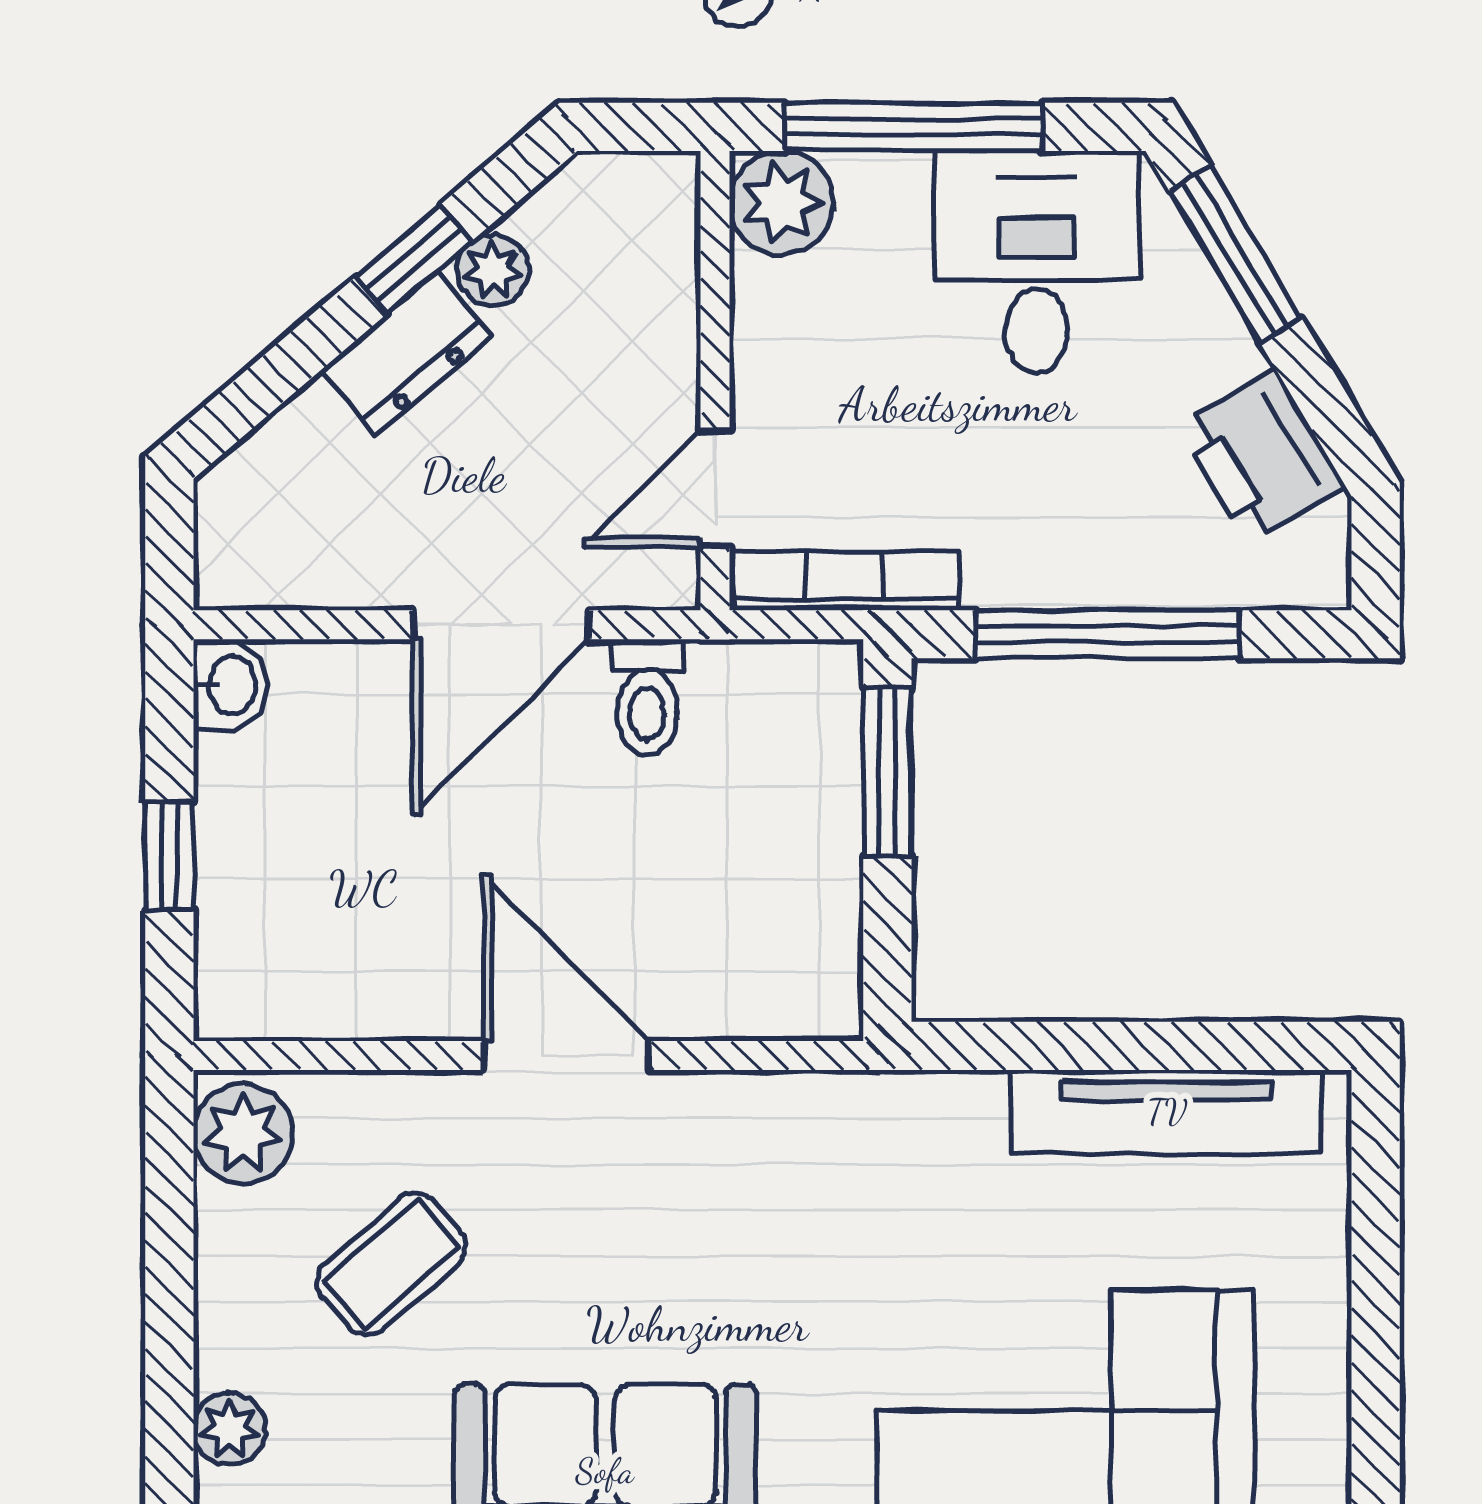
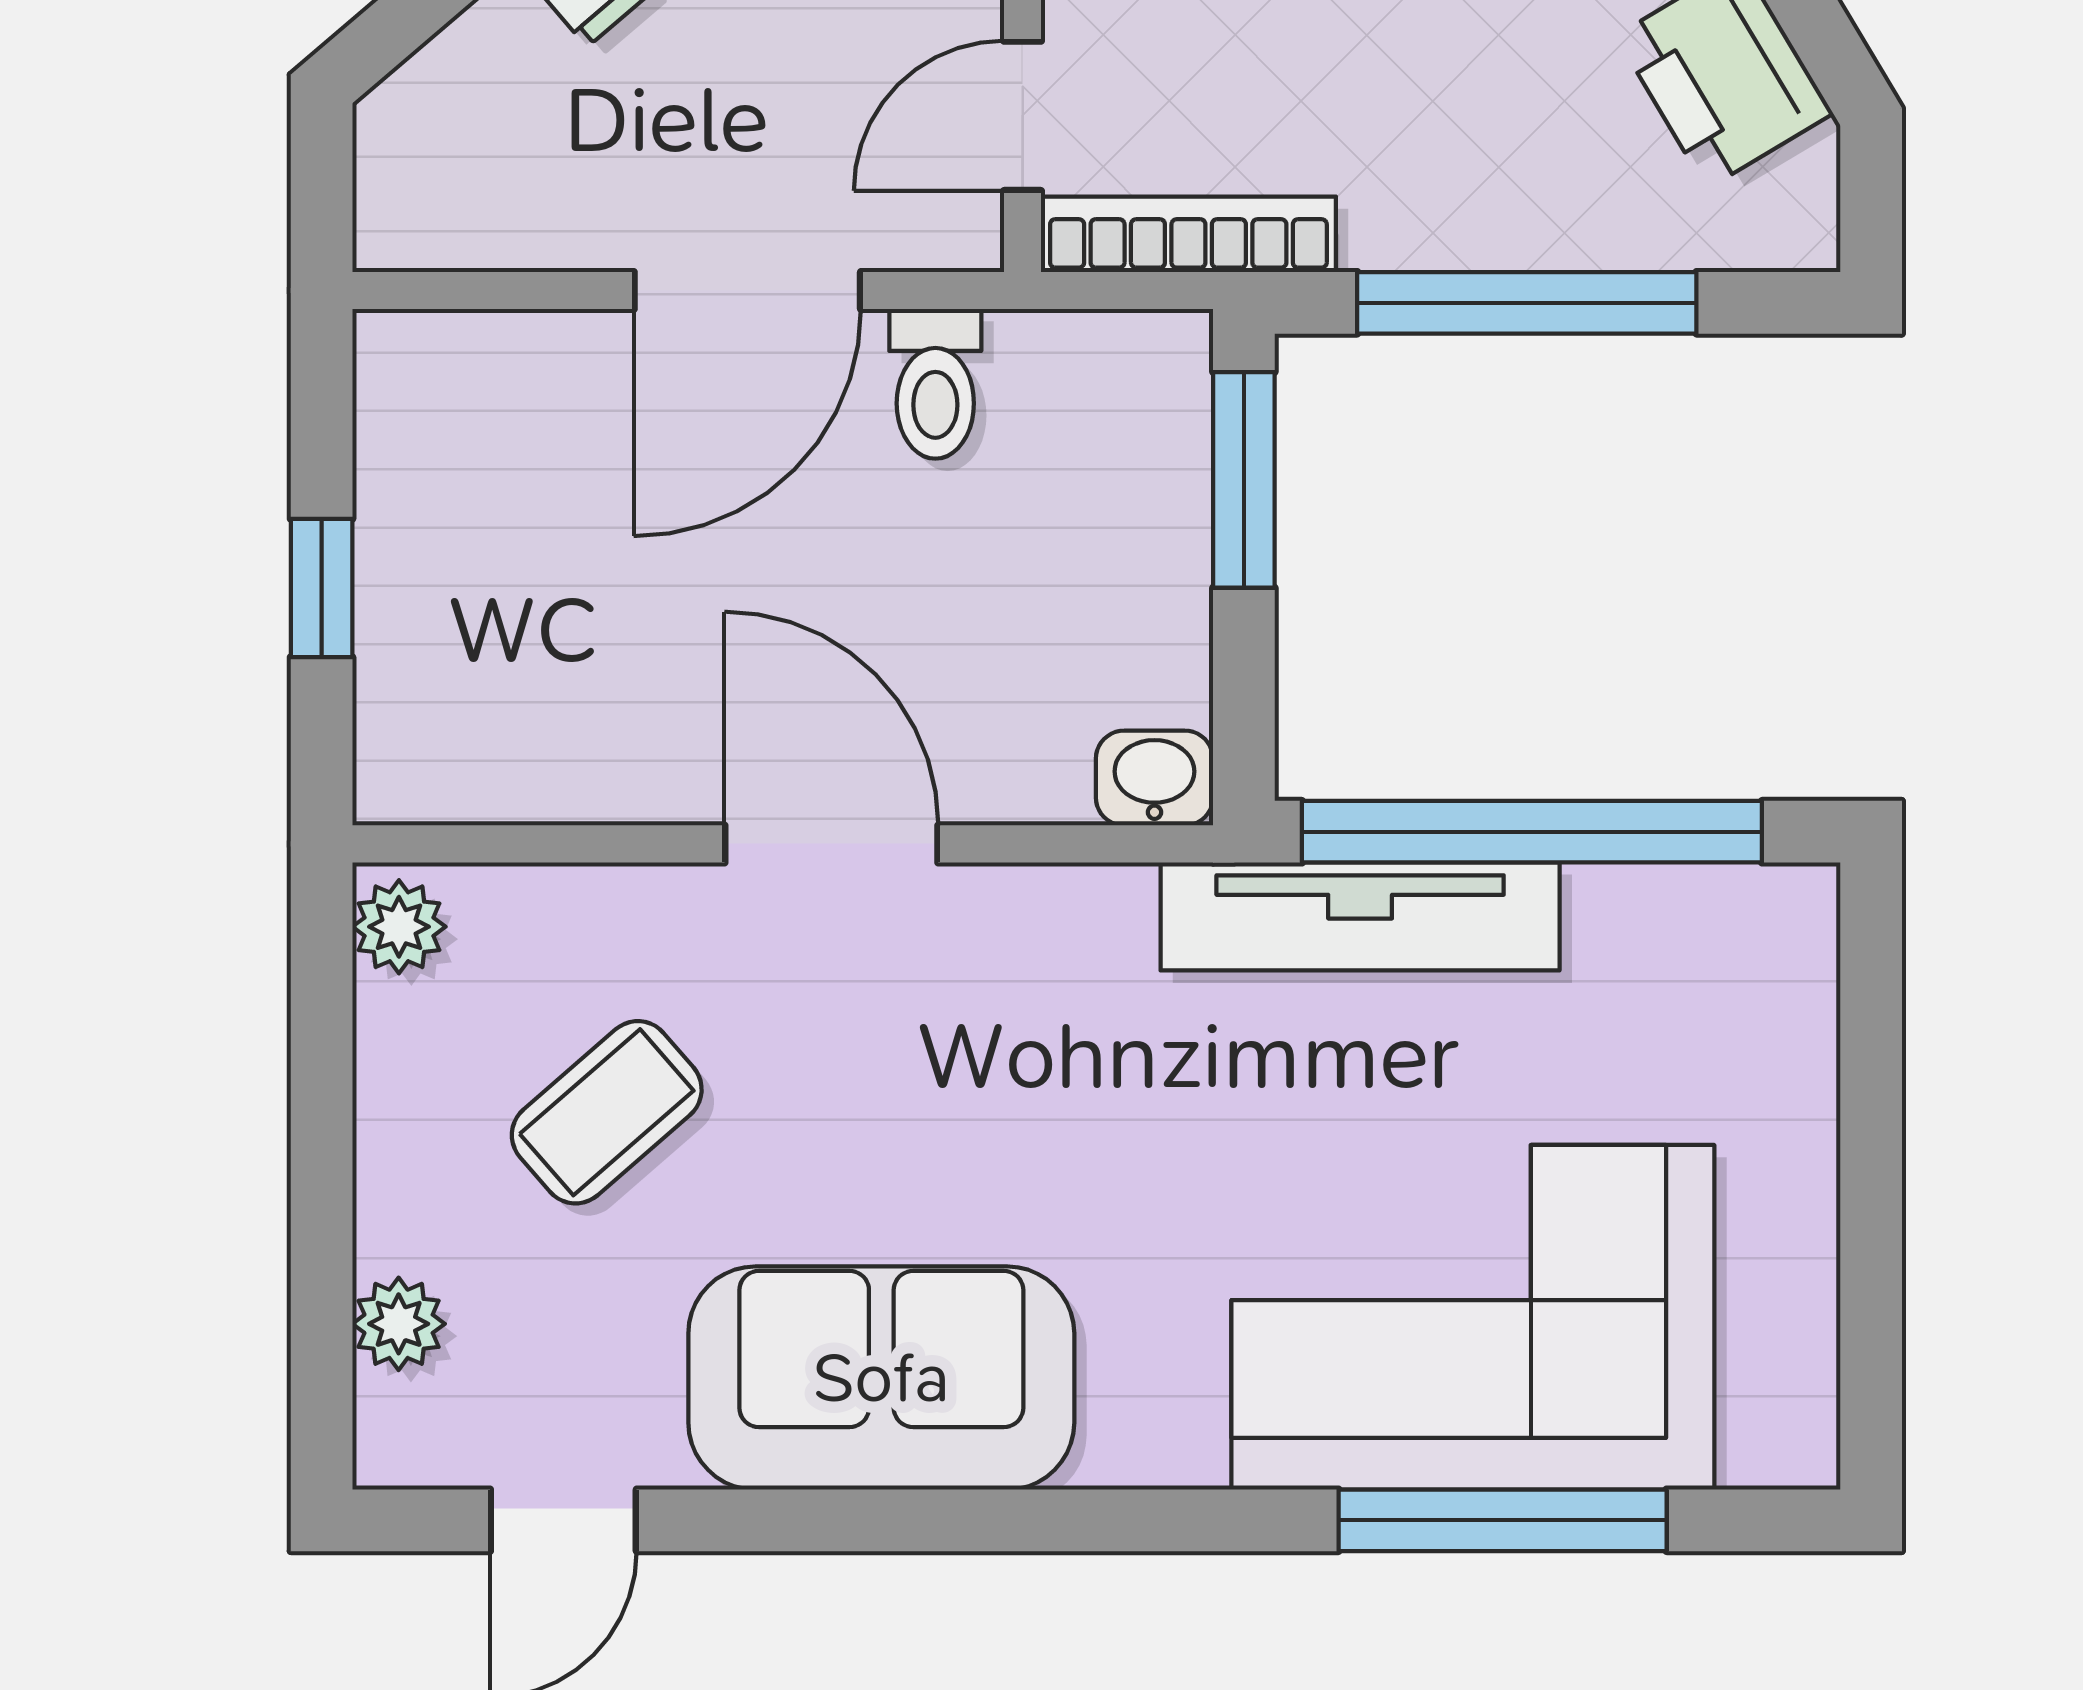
washbasin: (230, 685) -> (1154, 778), moved, turned -90
window: (1112, 1046) -> (1532, 832), added
tv unit: (1167, 1112) -> (1360, 916), moved
plant: (243, 1134) -> (399, 927), width x0.73, depth x0.73

